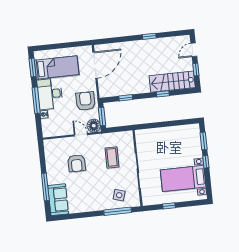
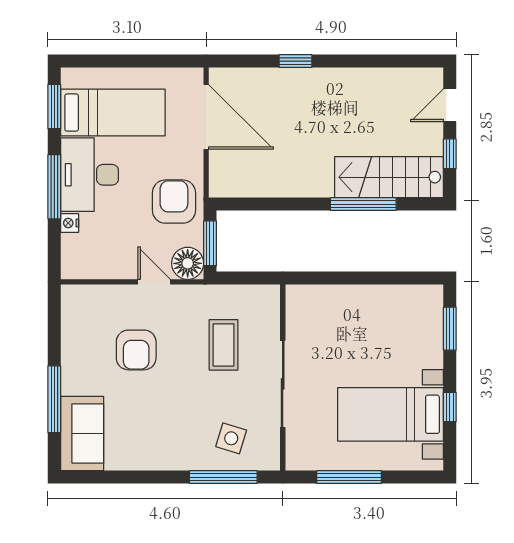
window: (149, 36) -> (296, 61), moved
door: (95, 65) -> (206, 117), hinge flipped
window: (163, 94) -> (363, 204), width x2.17
window: (126, 98) -> (272, 204), removed
window: (206, 162) -> (450, 407), moved
window: (169, 206) -> (349, 477), width x2.17

